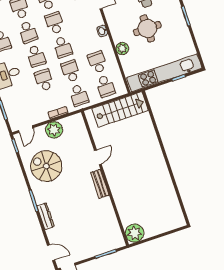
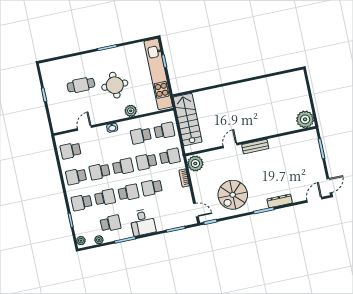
plant: (54, 130) -> (195, 163), moved
door: (98, 157) -> (230, 145), hinge flipped

